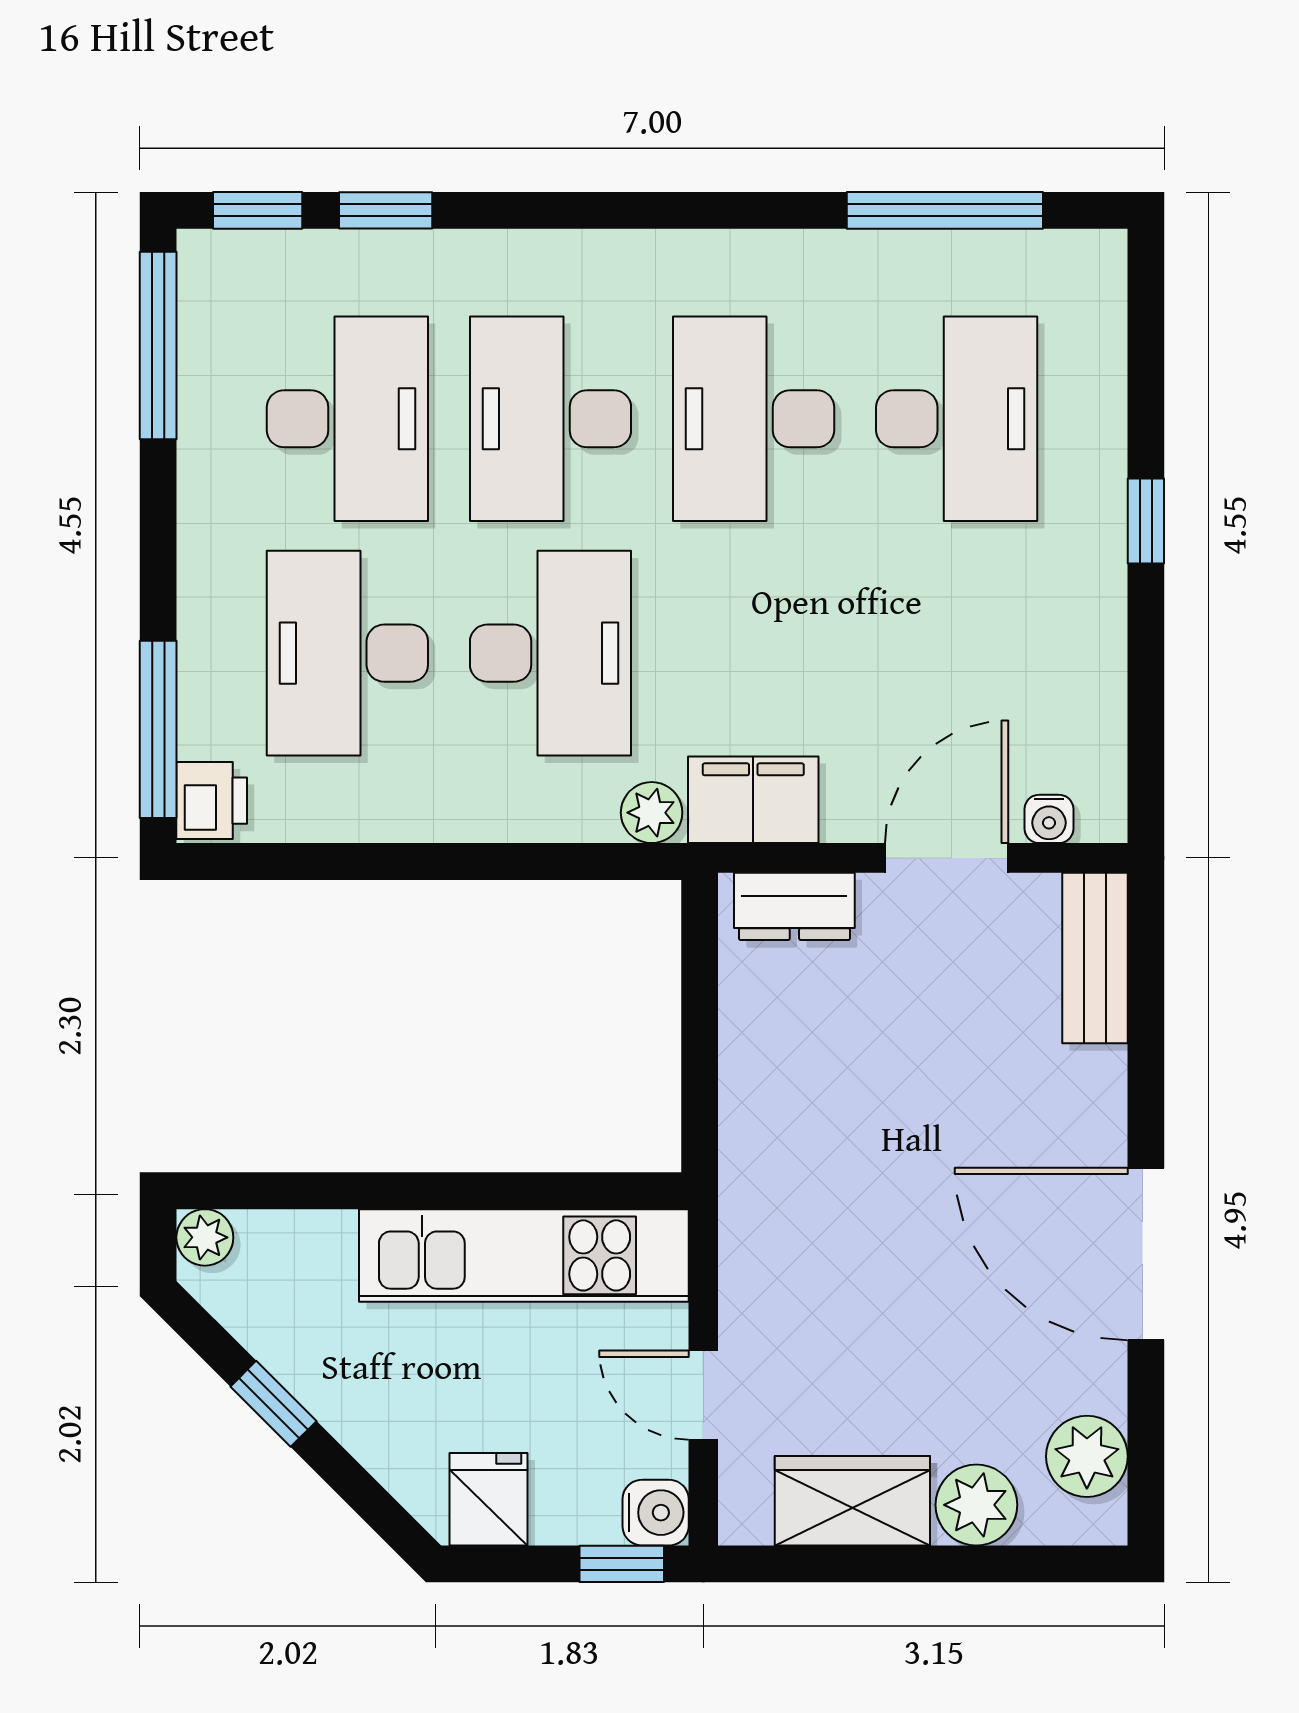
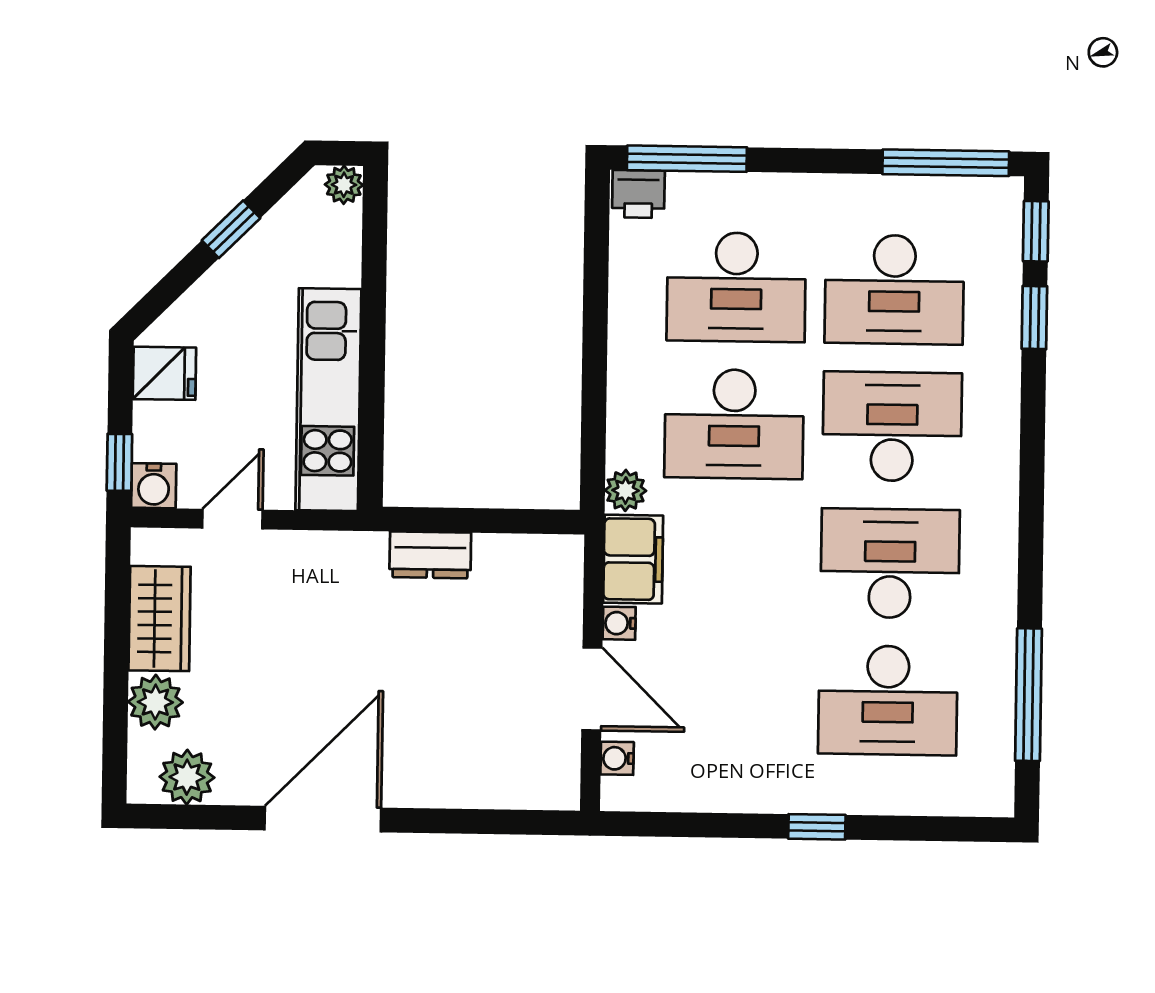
desk: (347, 653) -> (736, 287), turned 180
water cooler: (849, 819) -> (619, 623), added
dresser: (794, 906) -> (430, 555), moved, turned -90
bench: (1095, 958) -> (523, 788), removed

